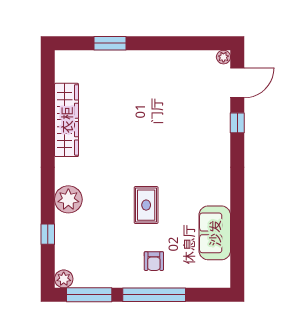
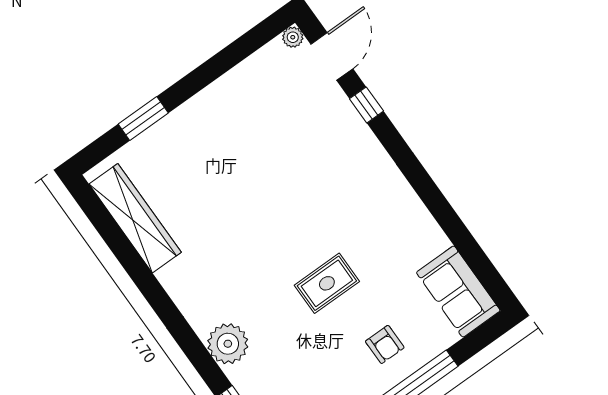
wardrobe: (67, 120) -> (135, 218), moved
rug: (146, 205) -> (327, 283), turned 90
sofa: (215, 233) -> (458, 292), moved

